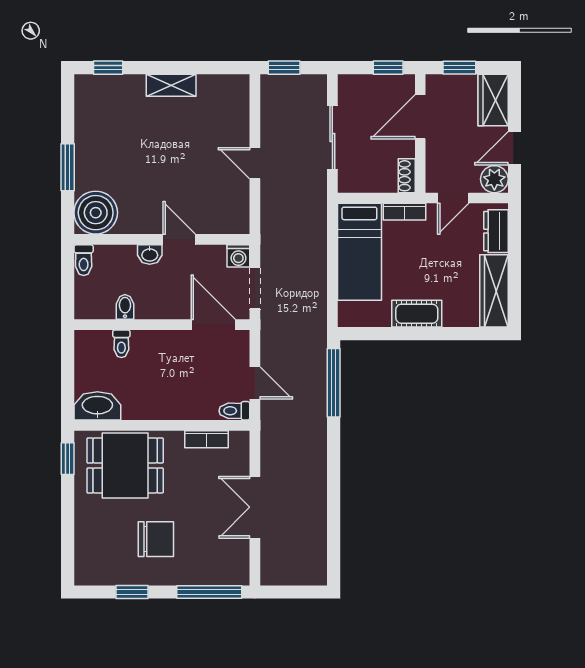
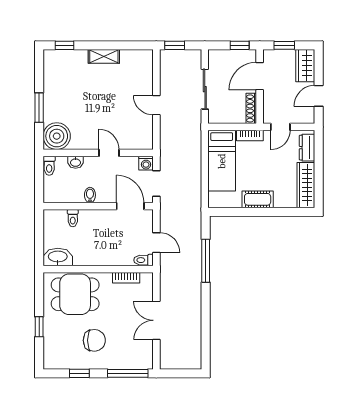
shoe rack: (407, 176) -> (251, 108), width x1.43
plant: (494, 179) -> (306, 115), removed
washbasin: (150, 254) -> (76, 162), moved
bidet: (125, 307) -> (90, 195), moved
window: (334, 383) -> (206, 261), moved
window: (68, 459) -> (39, 327), moved

